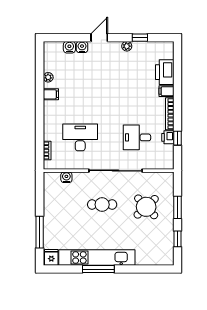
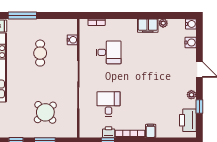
water cooler: (82, 47) -> (191, 24), moved
printer: (165, 72) -> (188, 120), moved, turned -90
filing cabinet: (51, 94) -> (148, 26), width x2.00
desk: (80, 137) -> (108, 52), width x0.73
cafe table: (102, 205) -> (40, 53), moved

